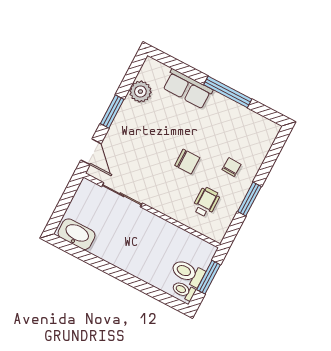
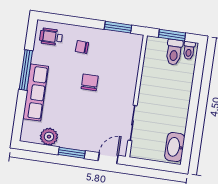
row of seats: (188, 89) -> (36, 92), width x1.48
window: (249, 199) -> (118, 27), moved
wheelchair: (206, 202) -> (51, 37), moved

